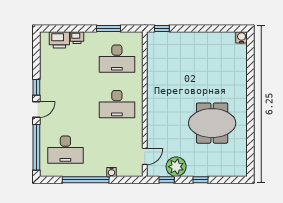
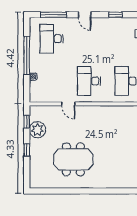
window: (36, 87) -> (115, 15), moved
meeting table: (212, 123) -> (73, 159), turned 90
window: (36, 147) -> (53, 15), width x0.68
door: (145, 156) -> (68, 104), moved

